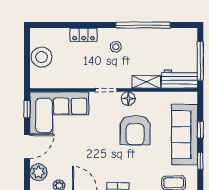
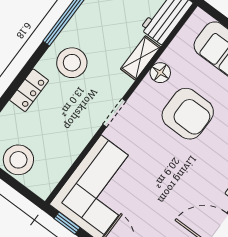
stool: (116, 47) -> (72, 63), width x1.89, depth x1.89
floor lamp: (128, 99) -> (160, 73), moved

